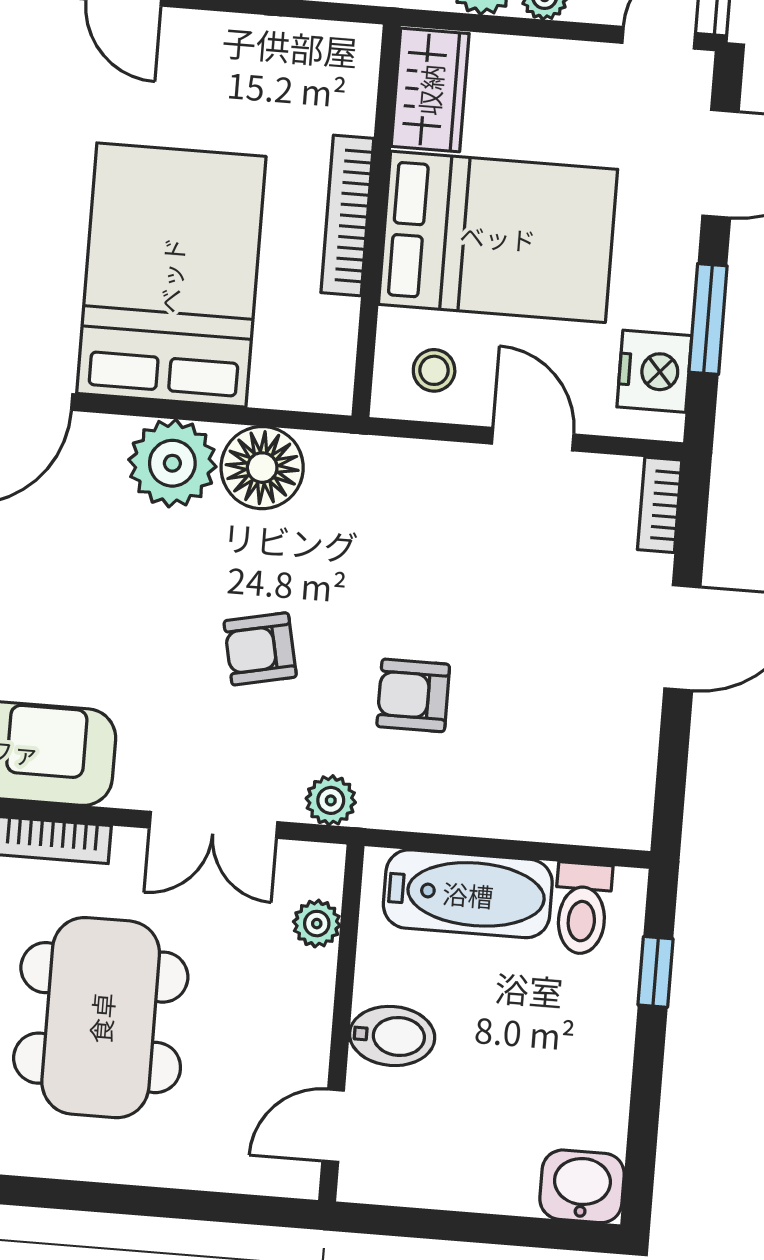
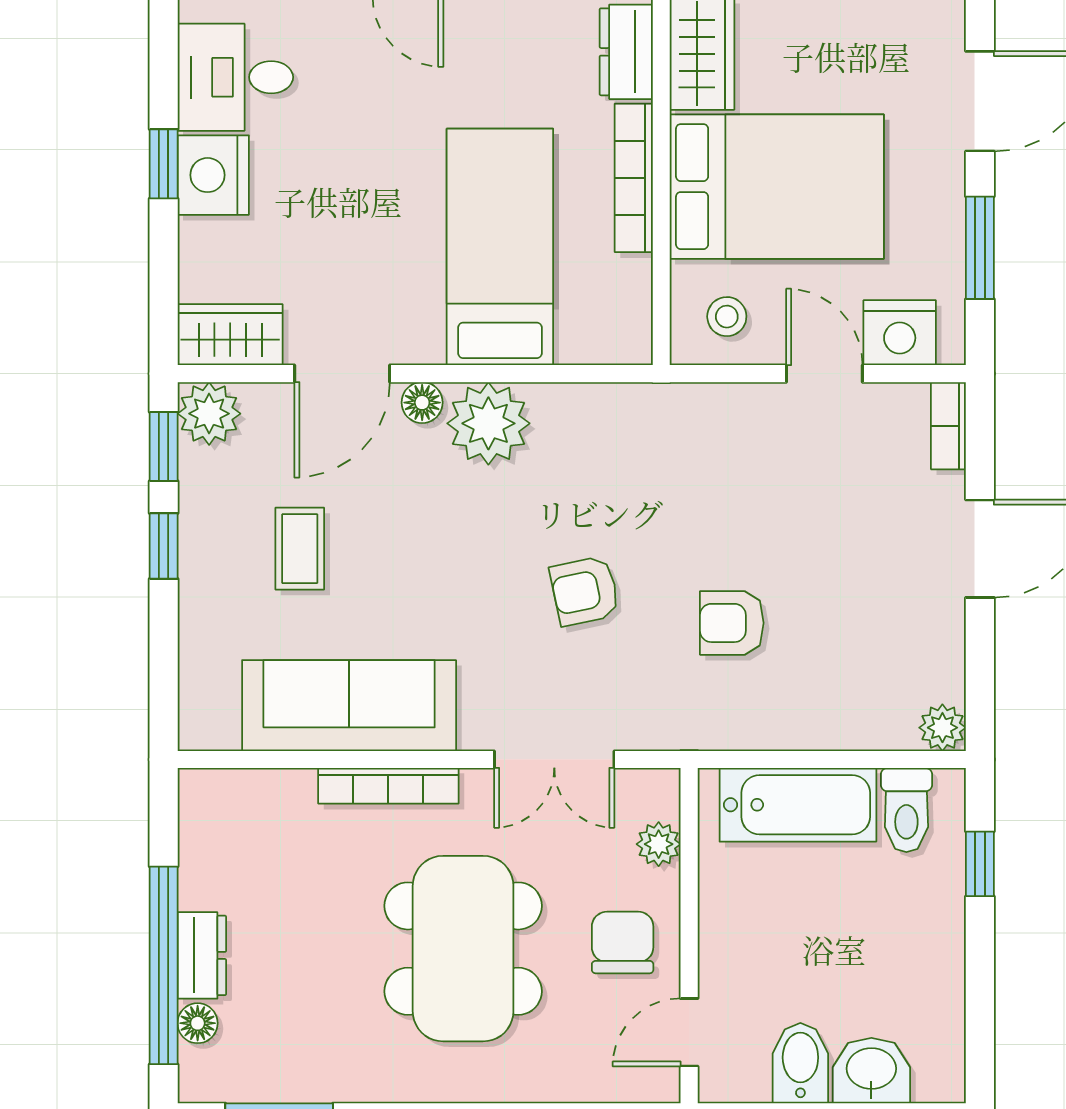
dresser: (350, 81) -> (626, 52), added
bed: (171, 275) -> (500, 247), width x0.67
nightstand: (654, 371) -> (900, 333), moved, turned 90
floor lamp: (262, 468) -> (422, 403), moved, width x0.53, depth x0.53
plant: (331, 800) -> (942, 728), moved
chair: (270, 1025) -> (623, 942), added
bidet: (392, 1036) -> (800, 1063), moved, turned -90
washbasin: (582, 1186) -> (871, 1071), moved

